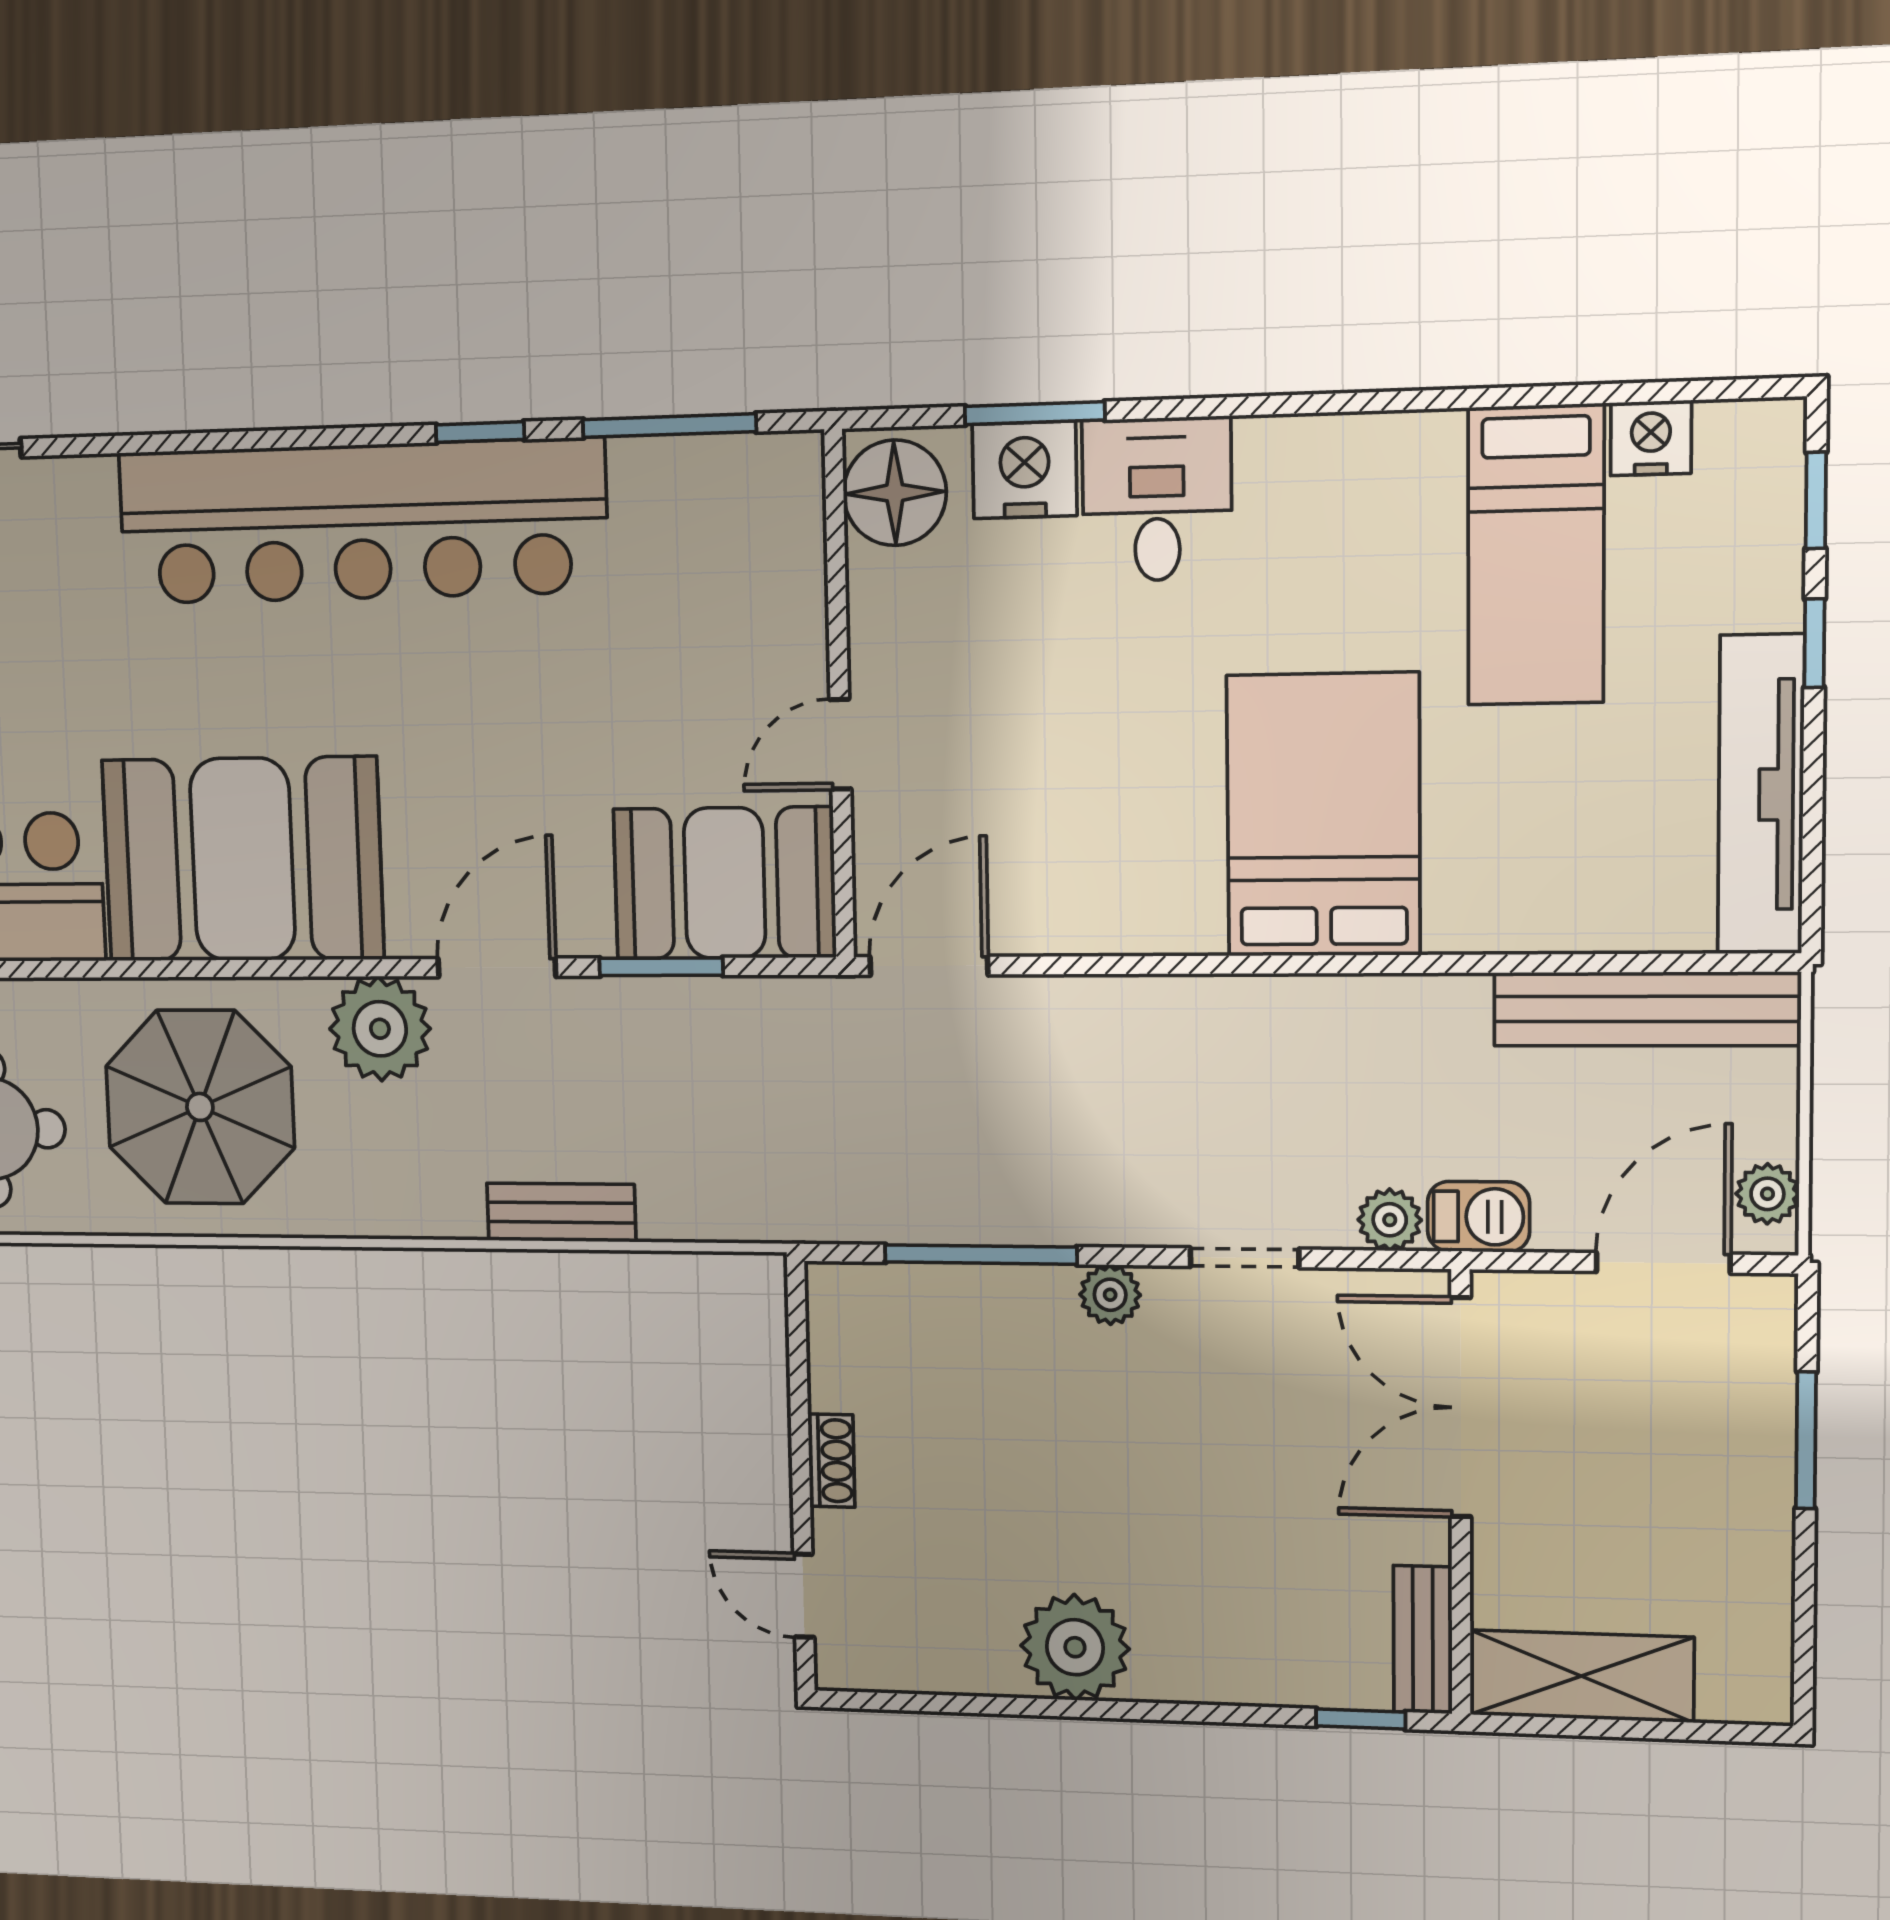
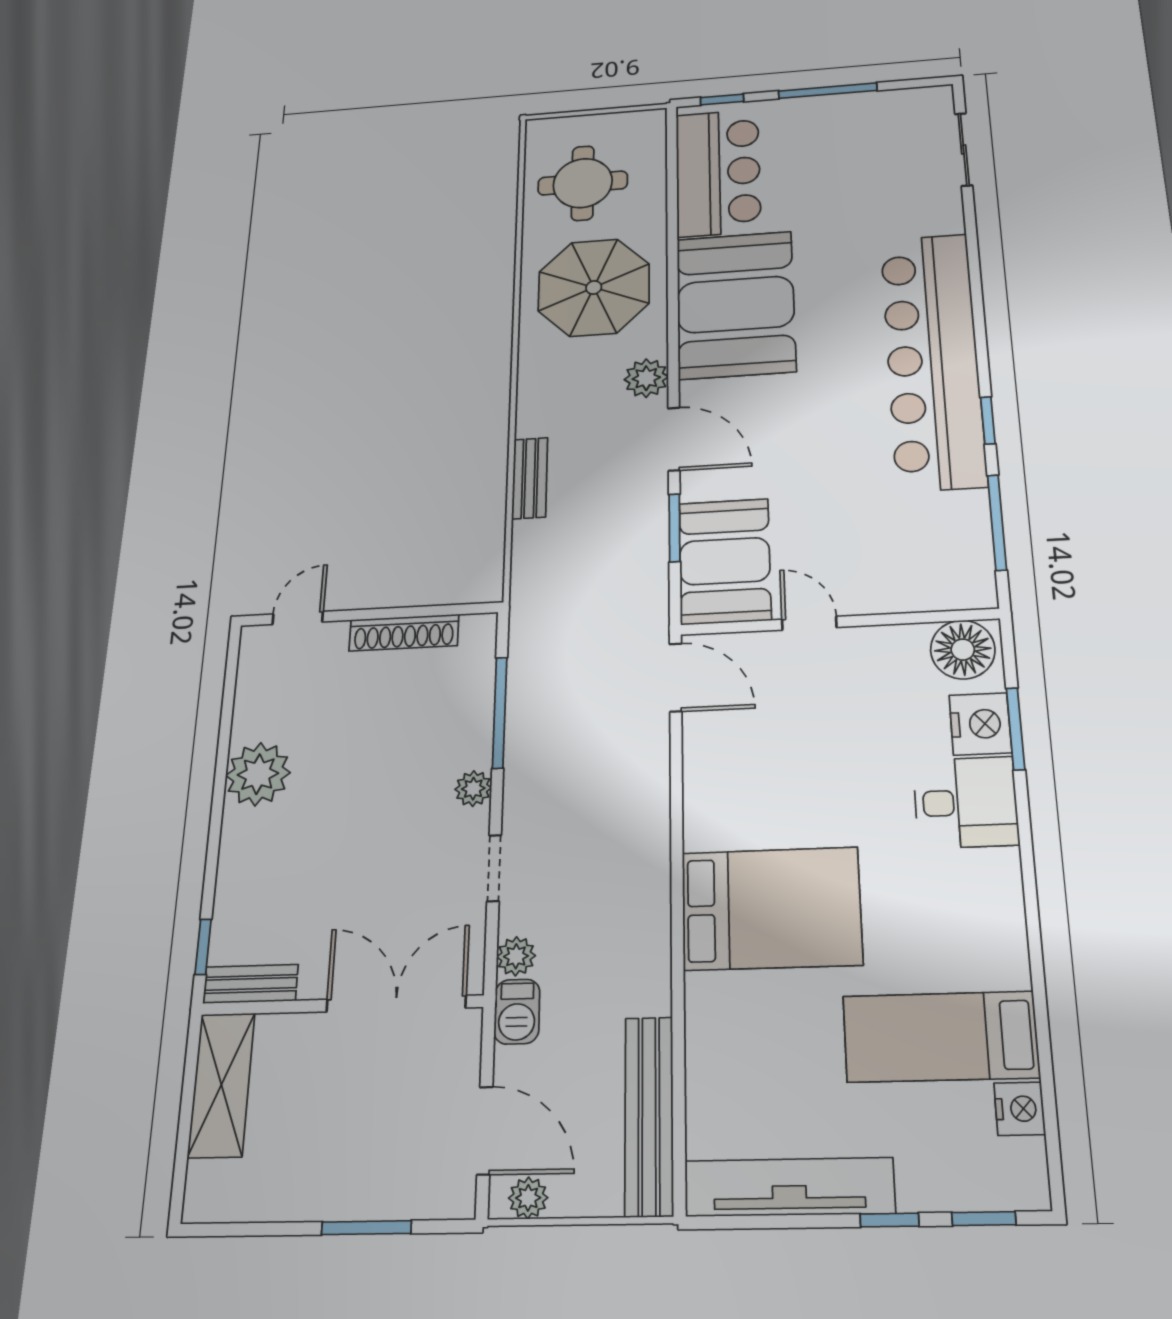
plant: (380, 1029) -> (646, 378), width x0.73, depth x0.73
shoe rack: (831, 1461) -> (404, 633), width x1.94, depth x1.24

